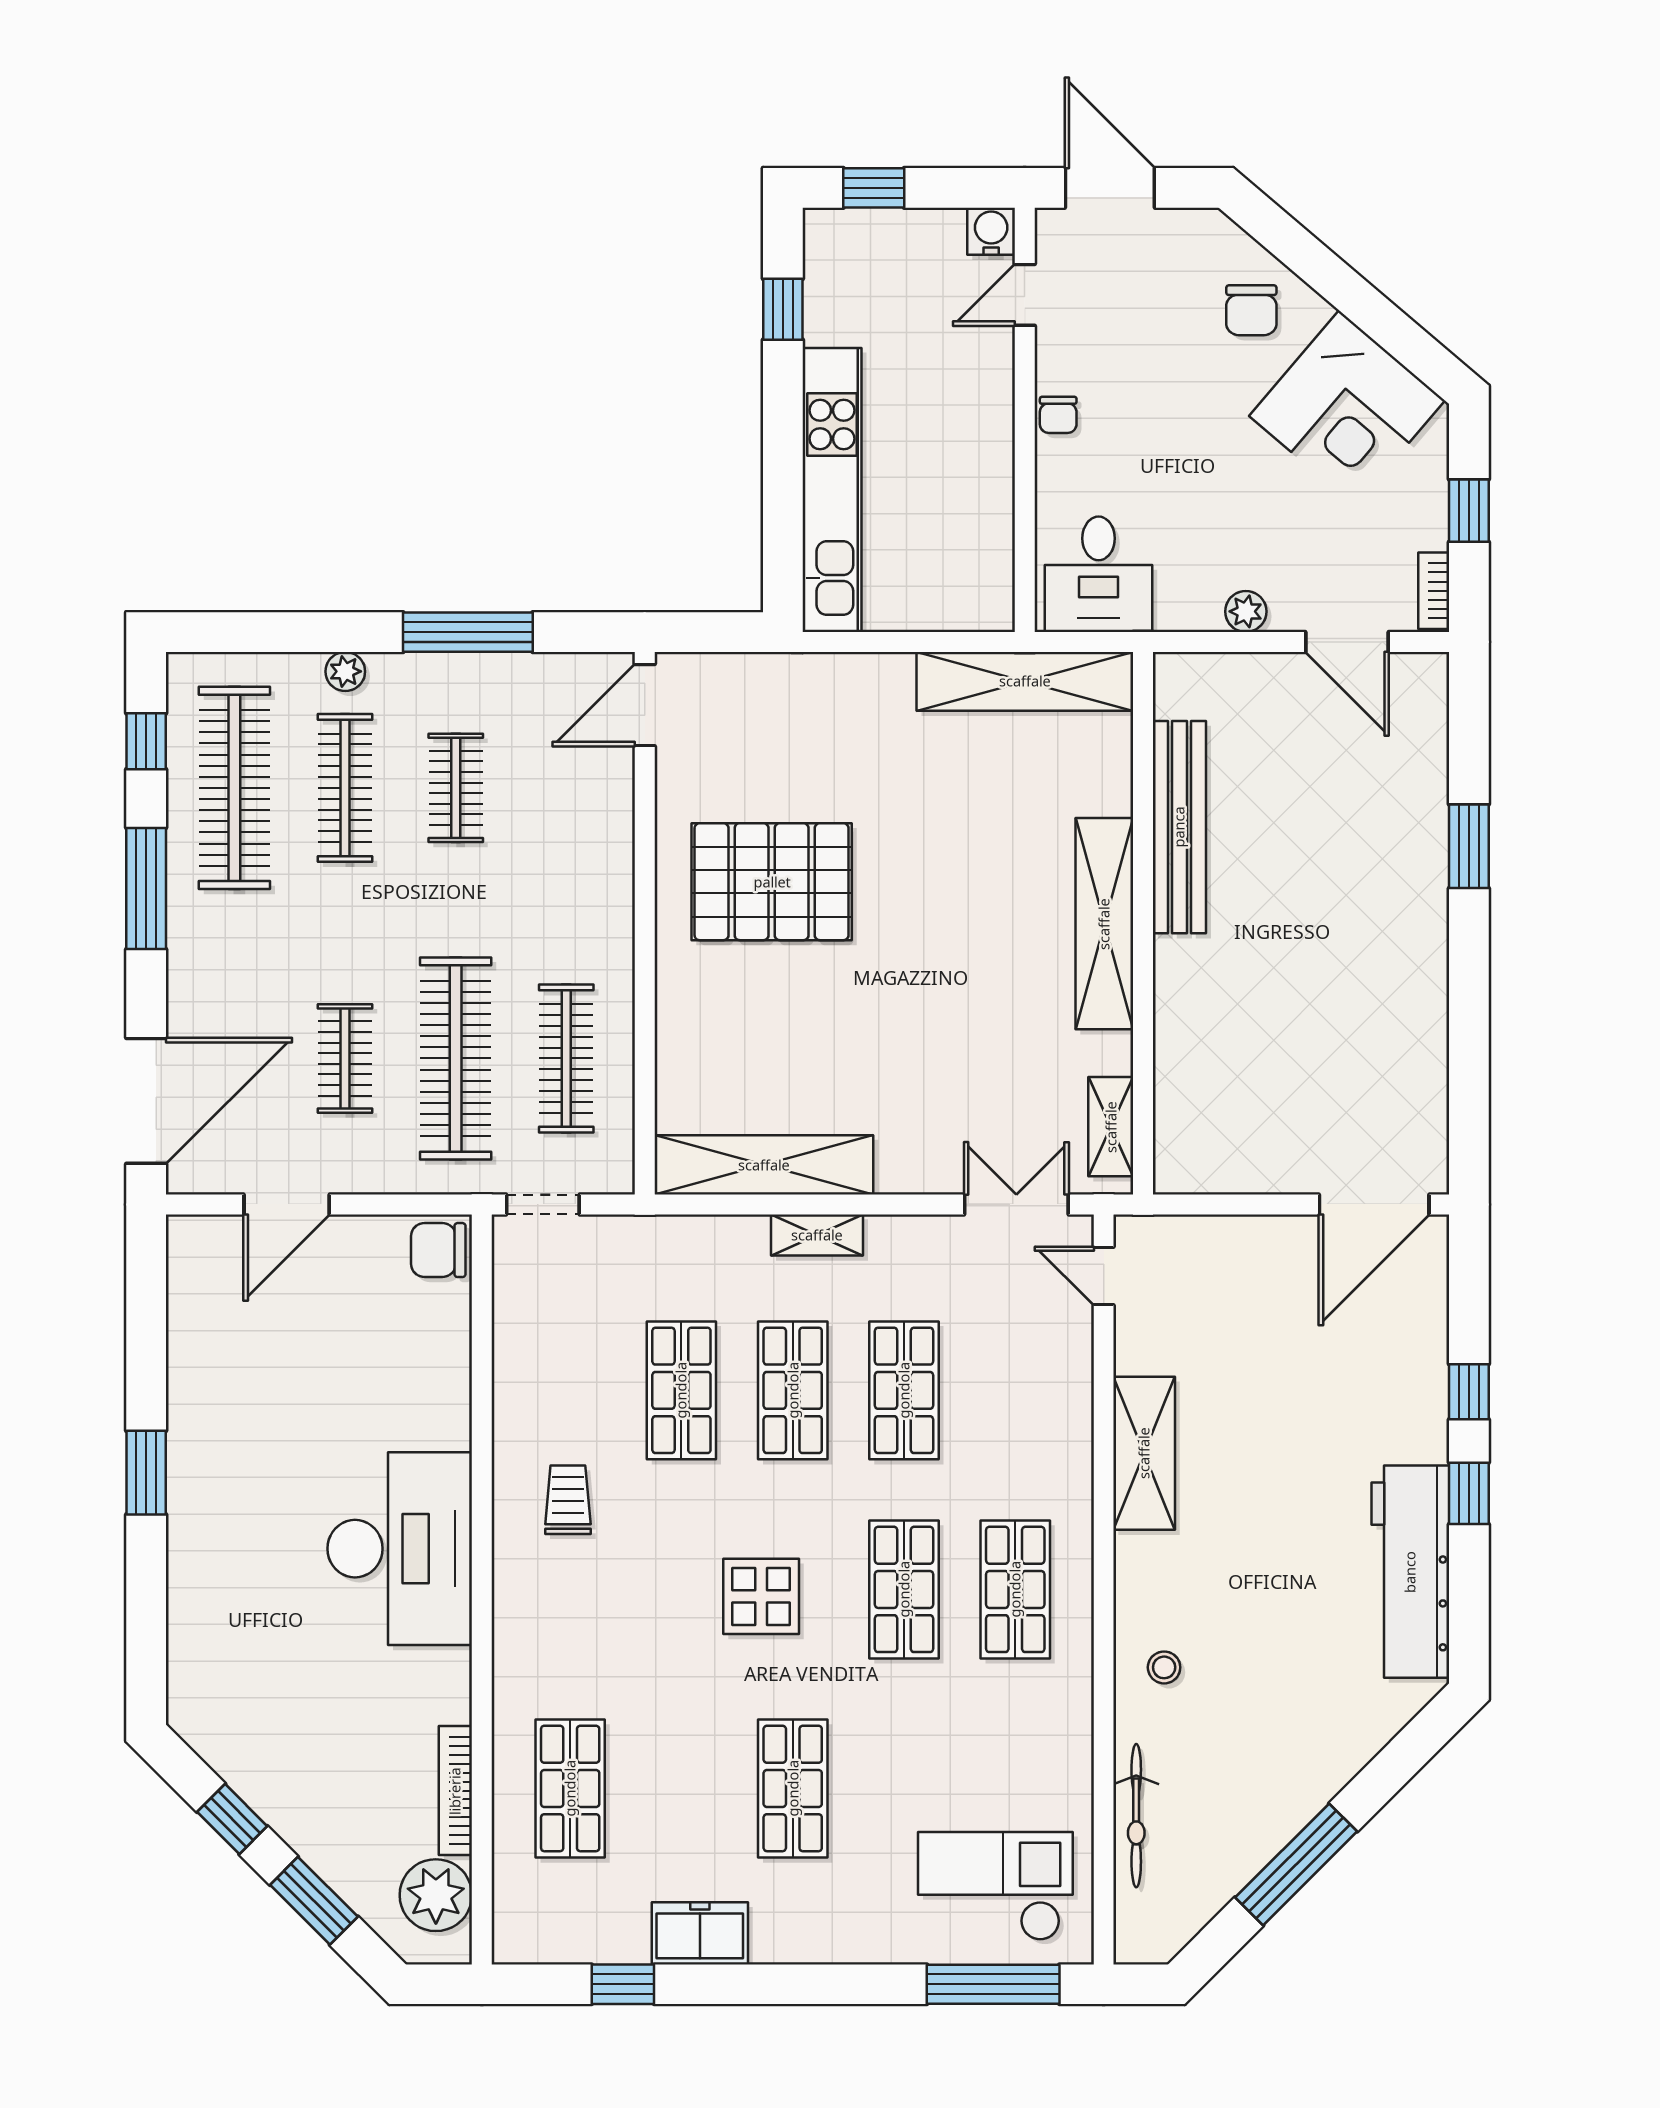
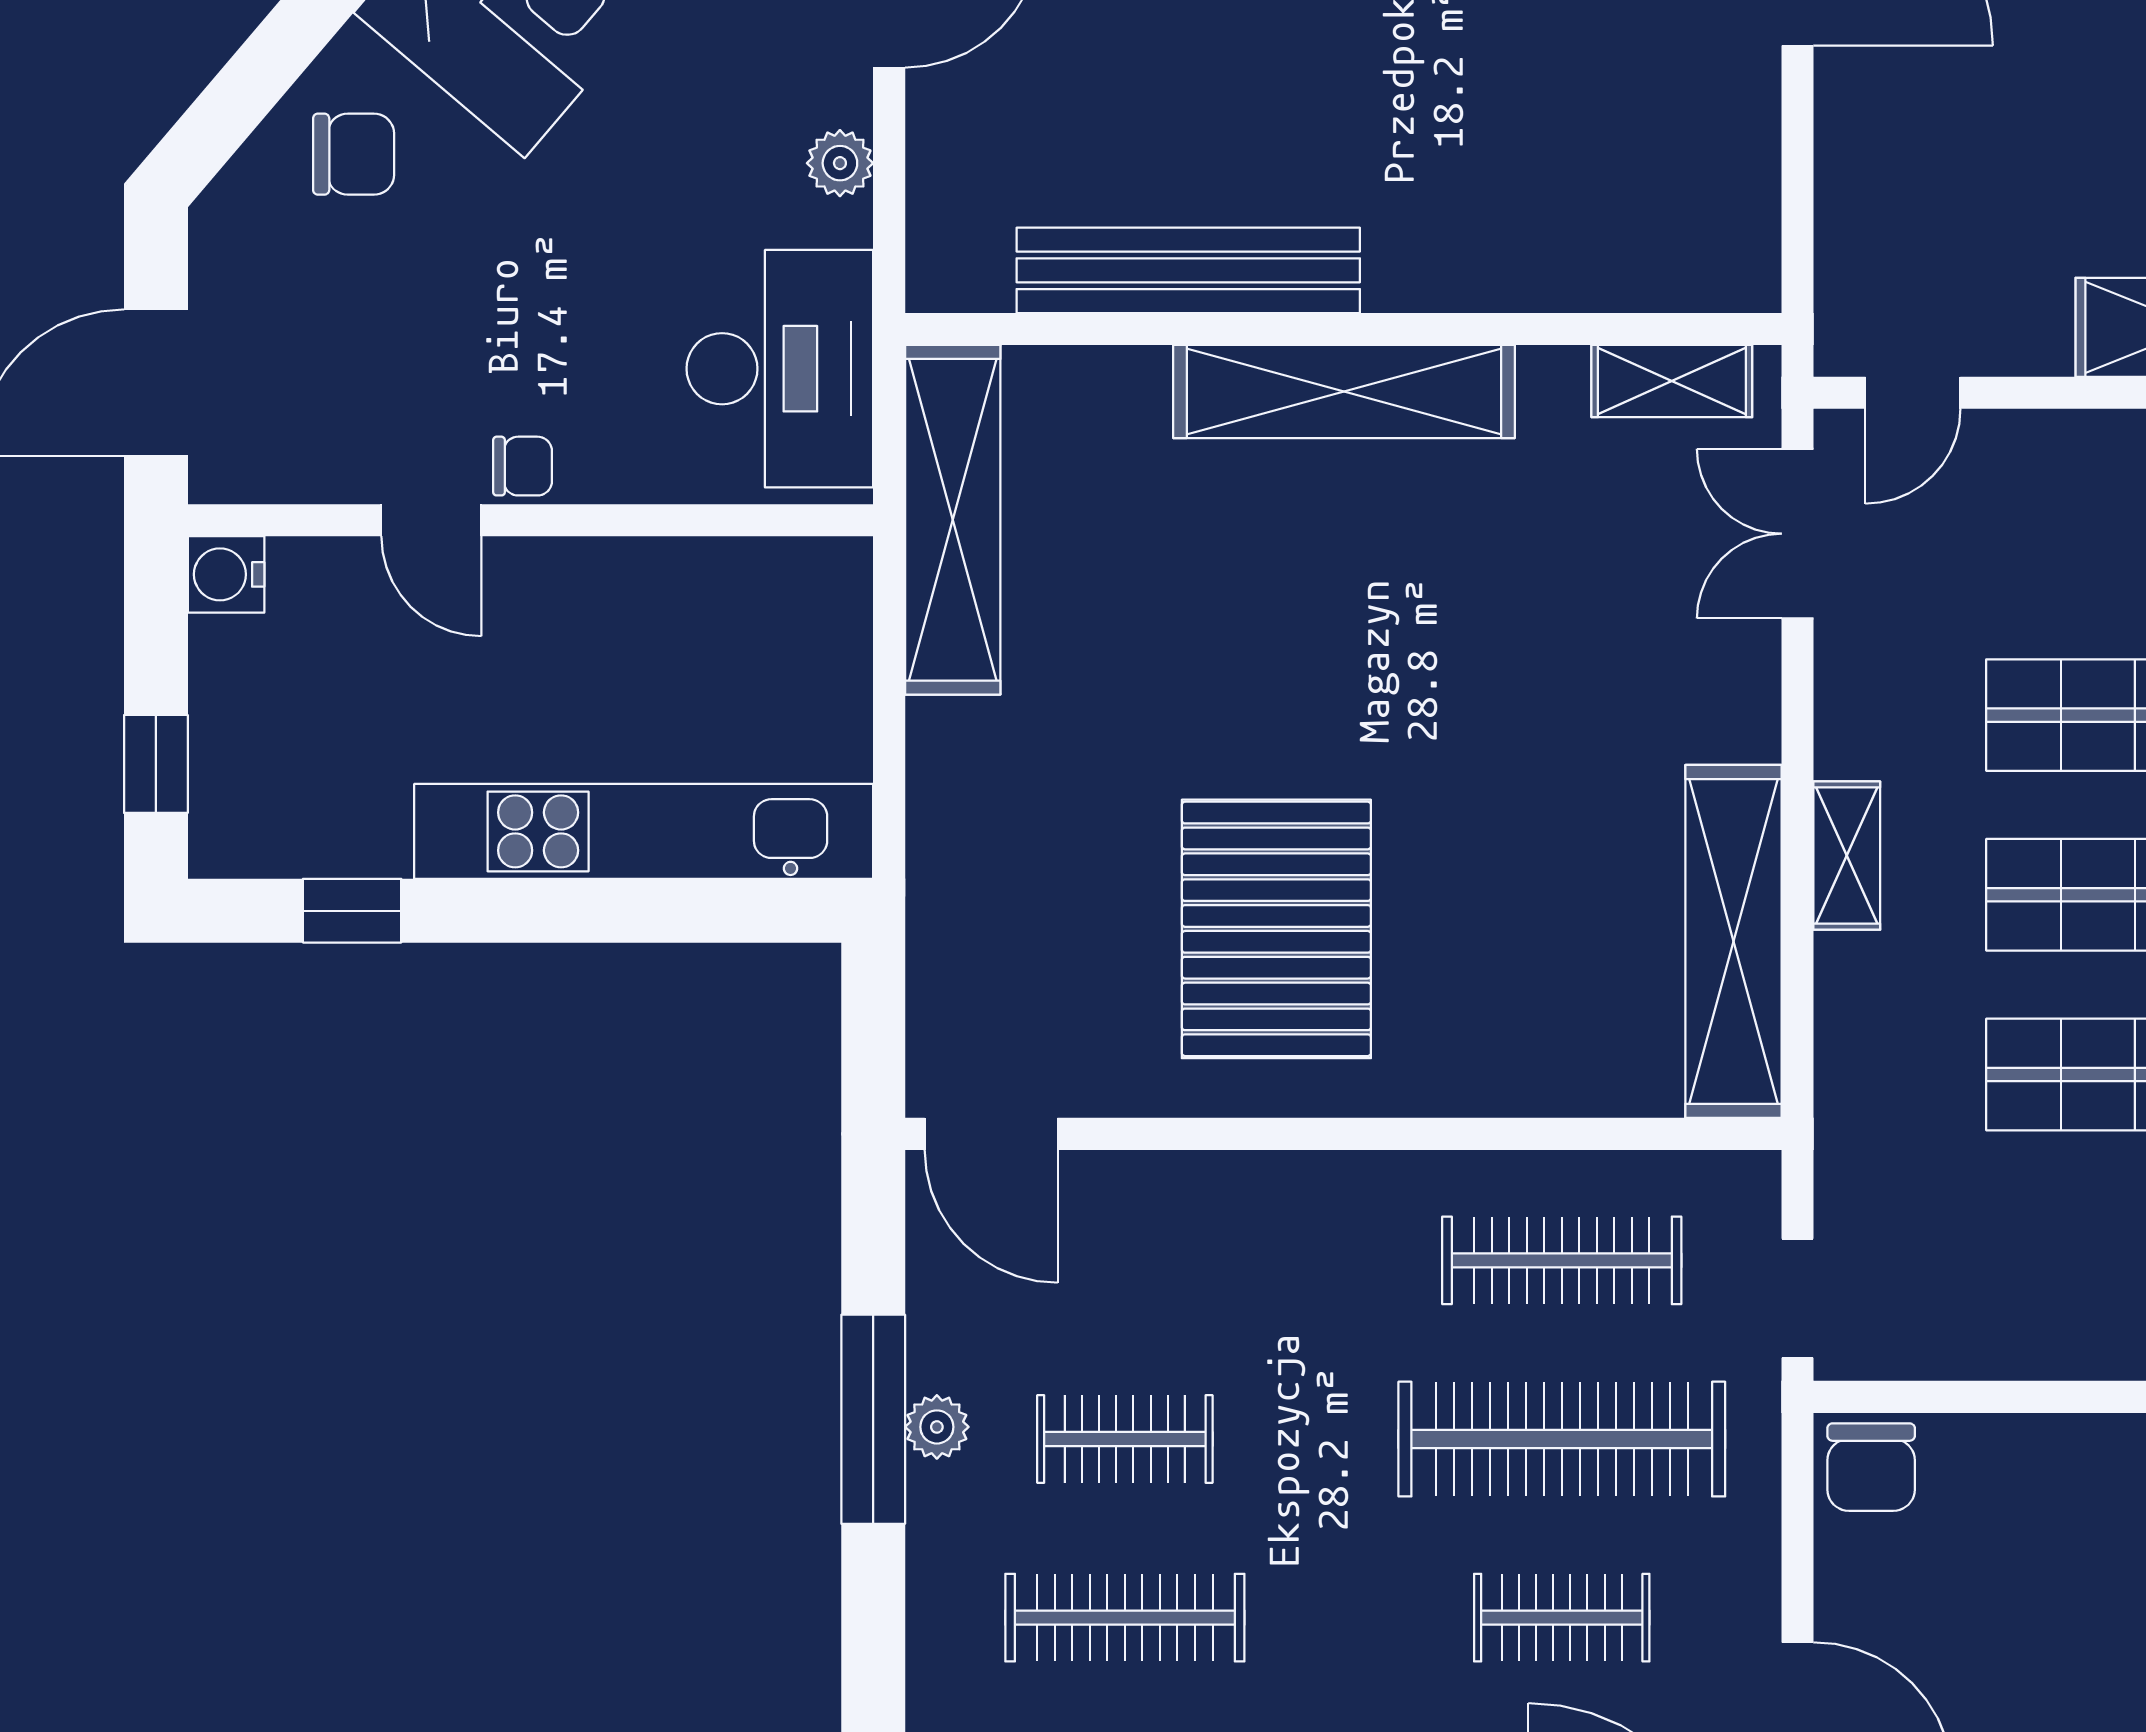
door: (1025, 295) -> (431, 520), moved
desk: (1099, 574) -> (780, 369), width x1.37
plant: (345, 671) -> (937, 1427), moved

